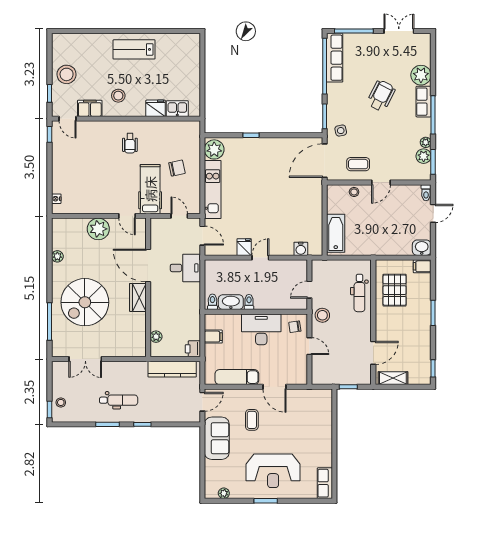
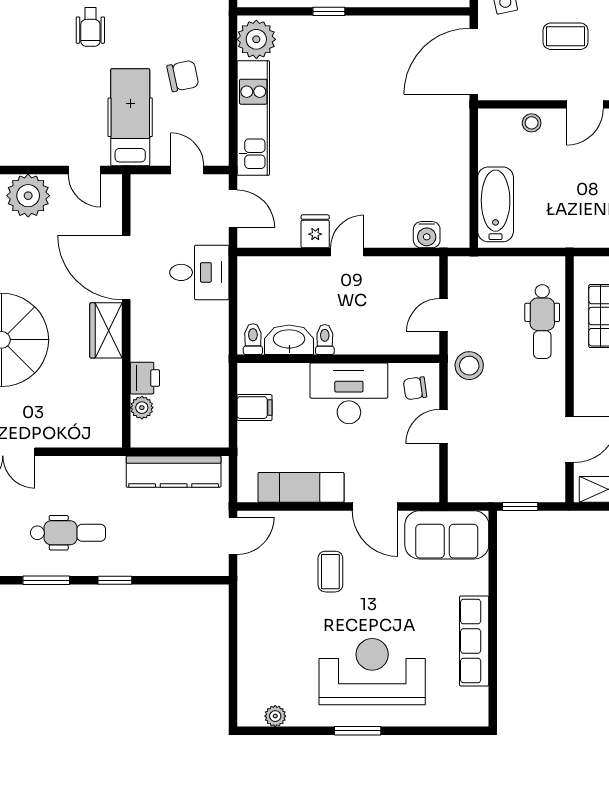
coffee table: (358, 164) -> (566, 36), moved
door: (309, 346) -> (444, 426), swing flipped
printer: (193, 349) -> (145, 378), moved, turned 180
sofa: (217, 438) -> (447, 535), moved, turned 90
reception desk: (273, 471) -> (372, 672), turned 180
row of seats: (325, 483) -> (474, 641), moved, width x1.48

